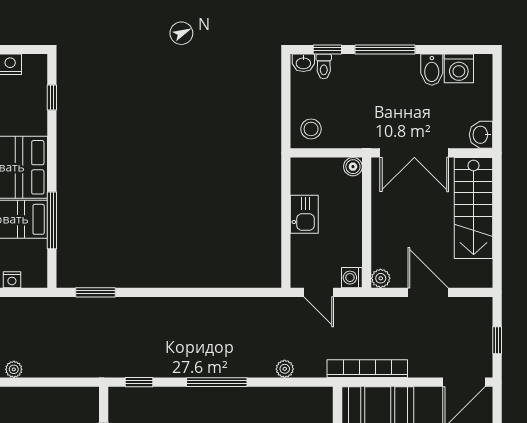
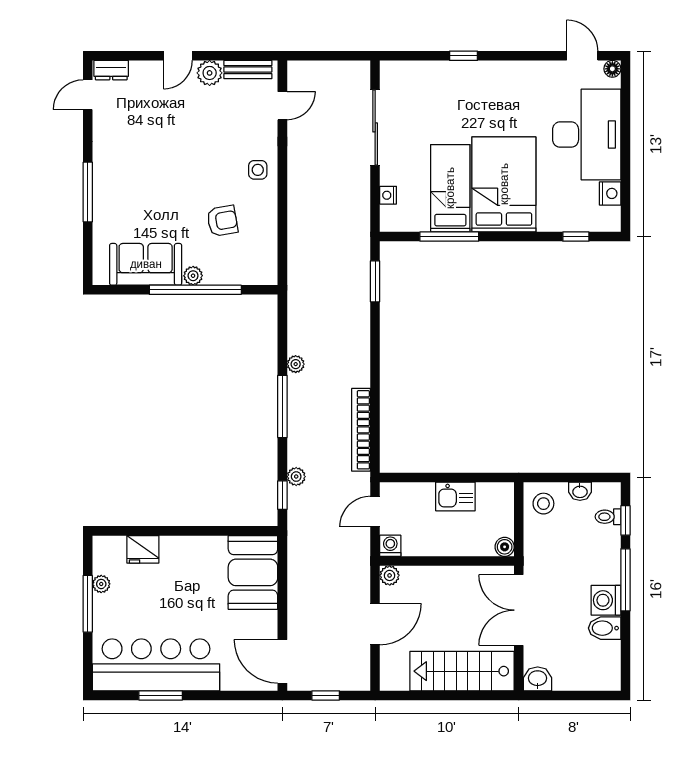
washbasin: (303, 63) -> (580, 491), moved, turned -90
washing machine: (459, 68) -> (606, 600), moved
plant: (14, 369) -> (296, 364), moved
bookcase: (367, 369) -> (361, 430), moved, turned 180
window: (139, 382) -> (282, 495), moved

